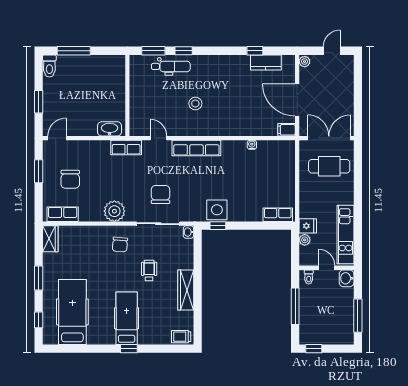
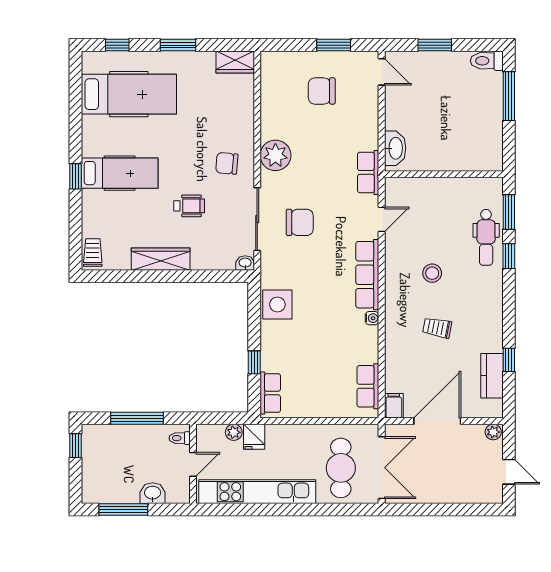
trolley: (233, 100) -> (437, 328), added
water cooler: (252, 145) -> (372, 318), moved
row of seats: (63, 214) -> (368, 386), moved, turned 180
window: (218, 226) -> (254, 362), moved
kitchen unit: (345, 234) -> (257, 492), width x1.36
washbasin: (347, 278) -> (153, 493), moved

